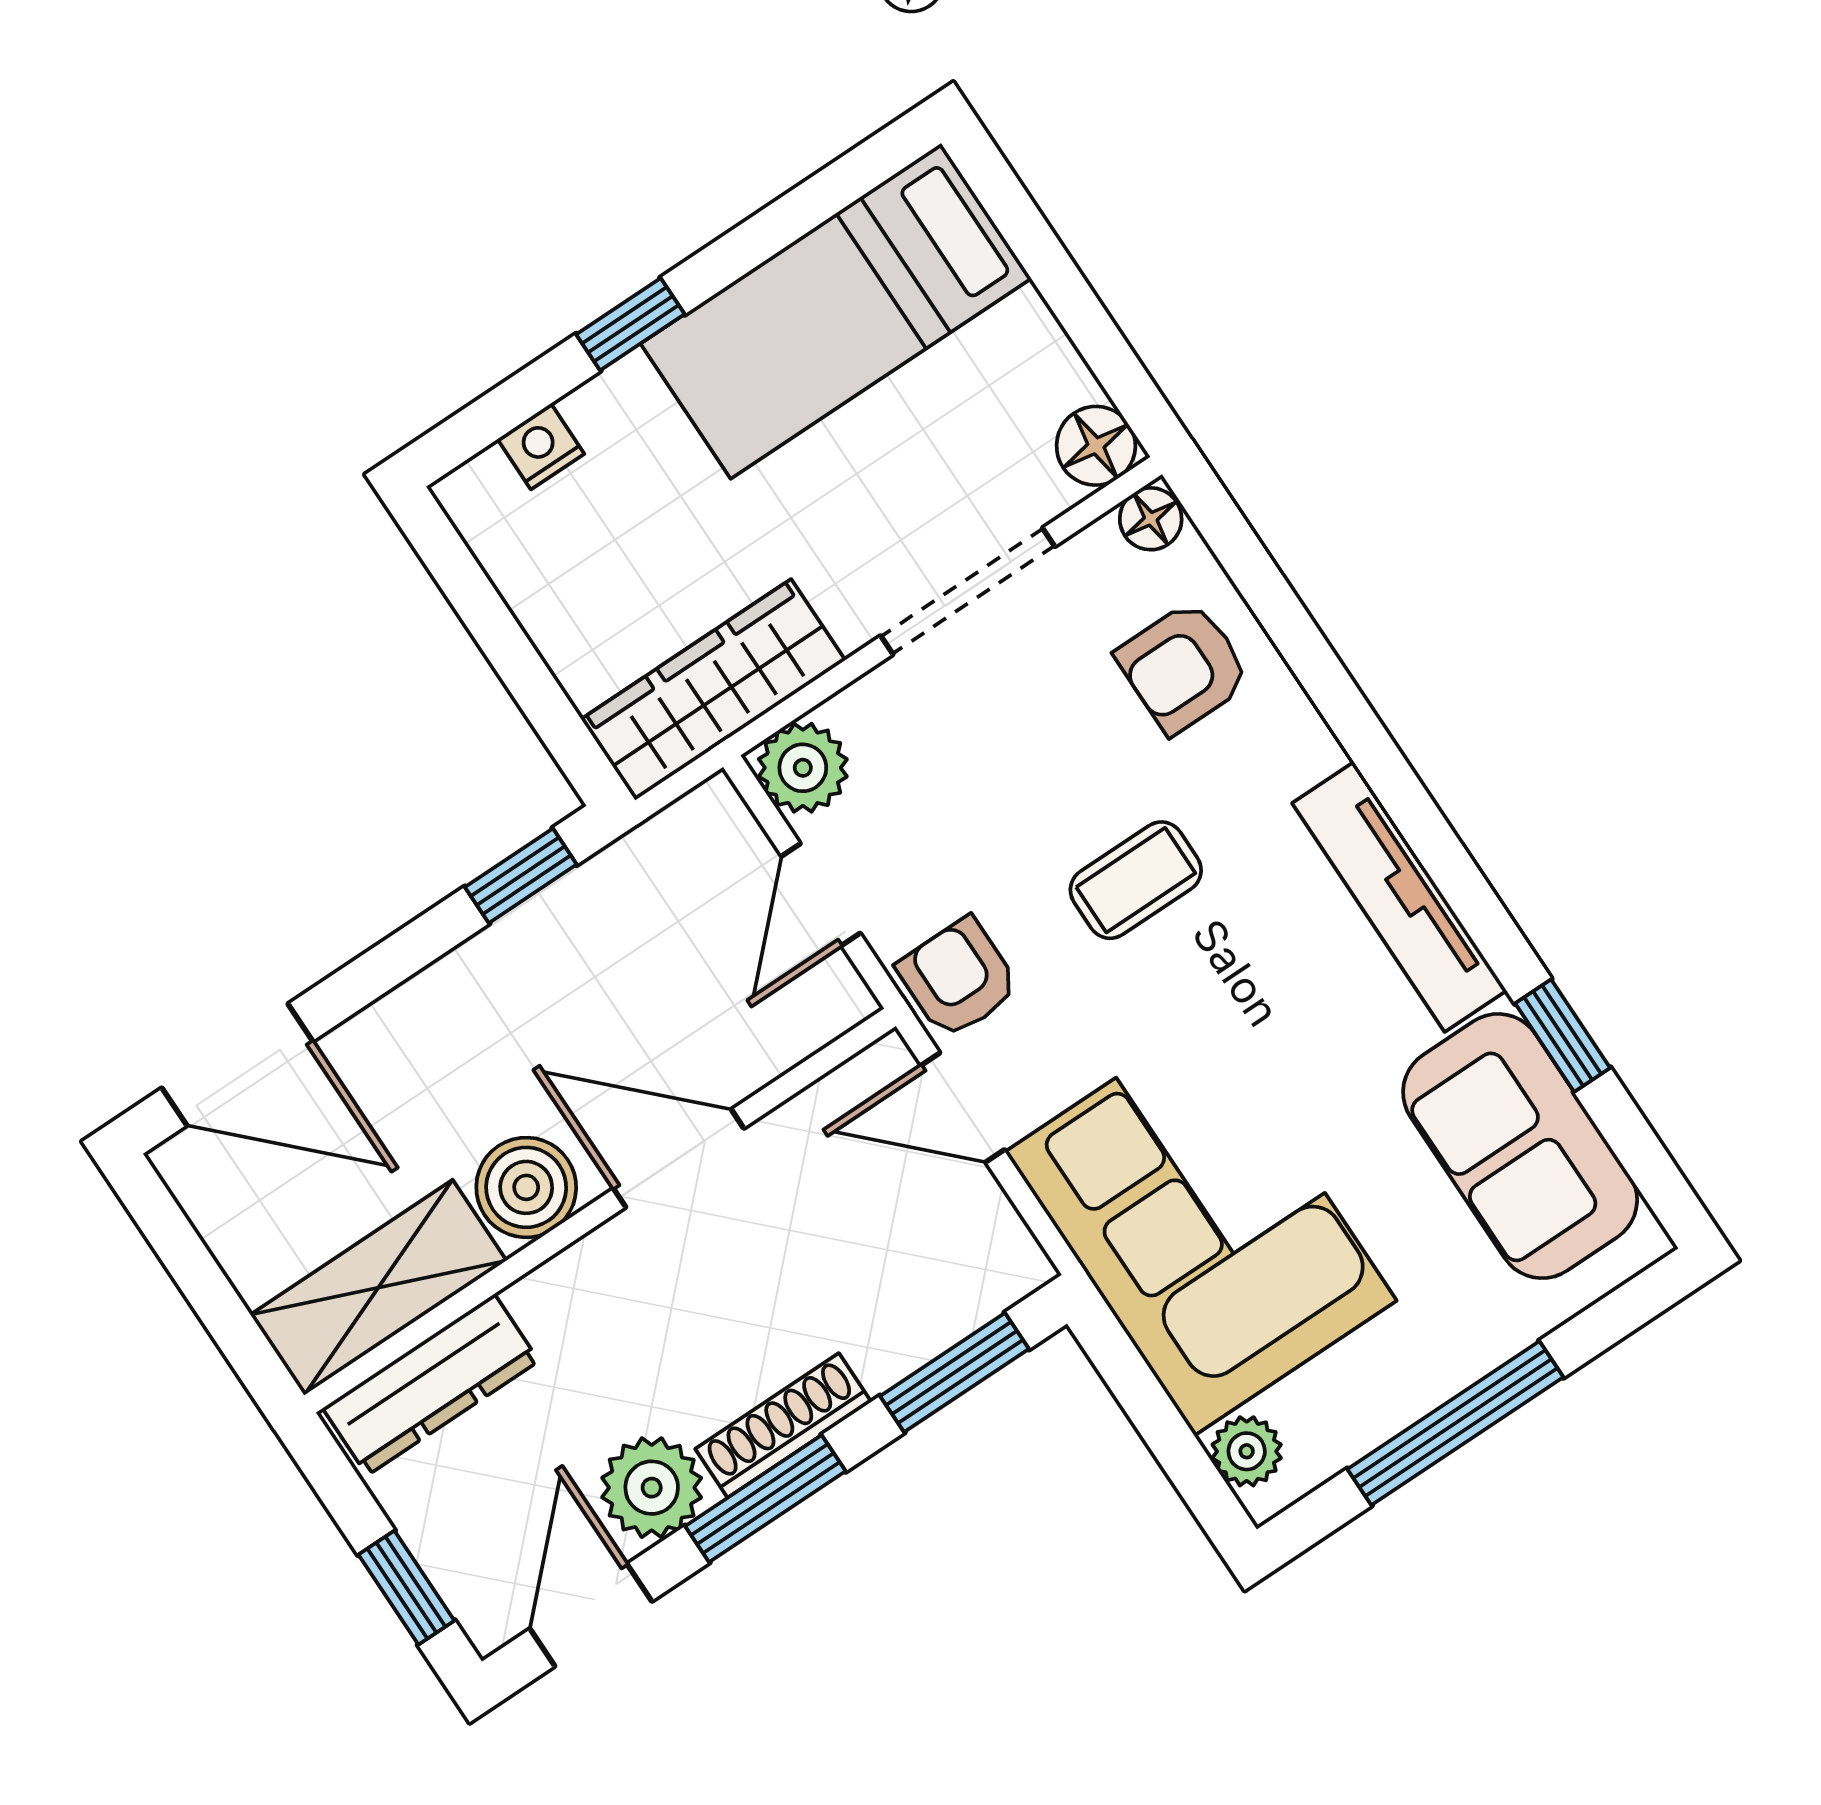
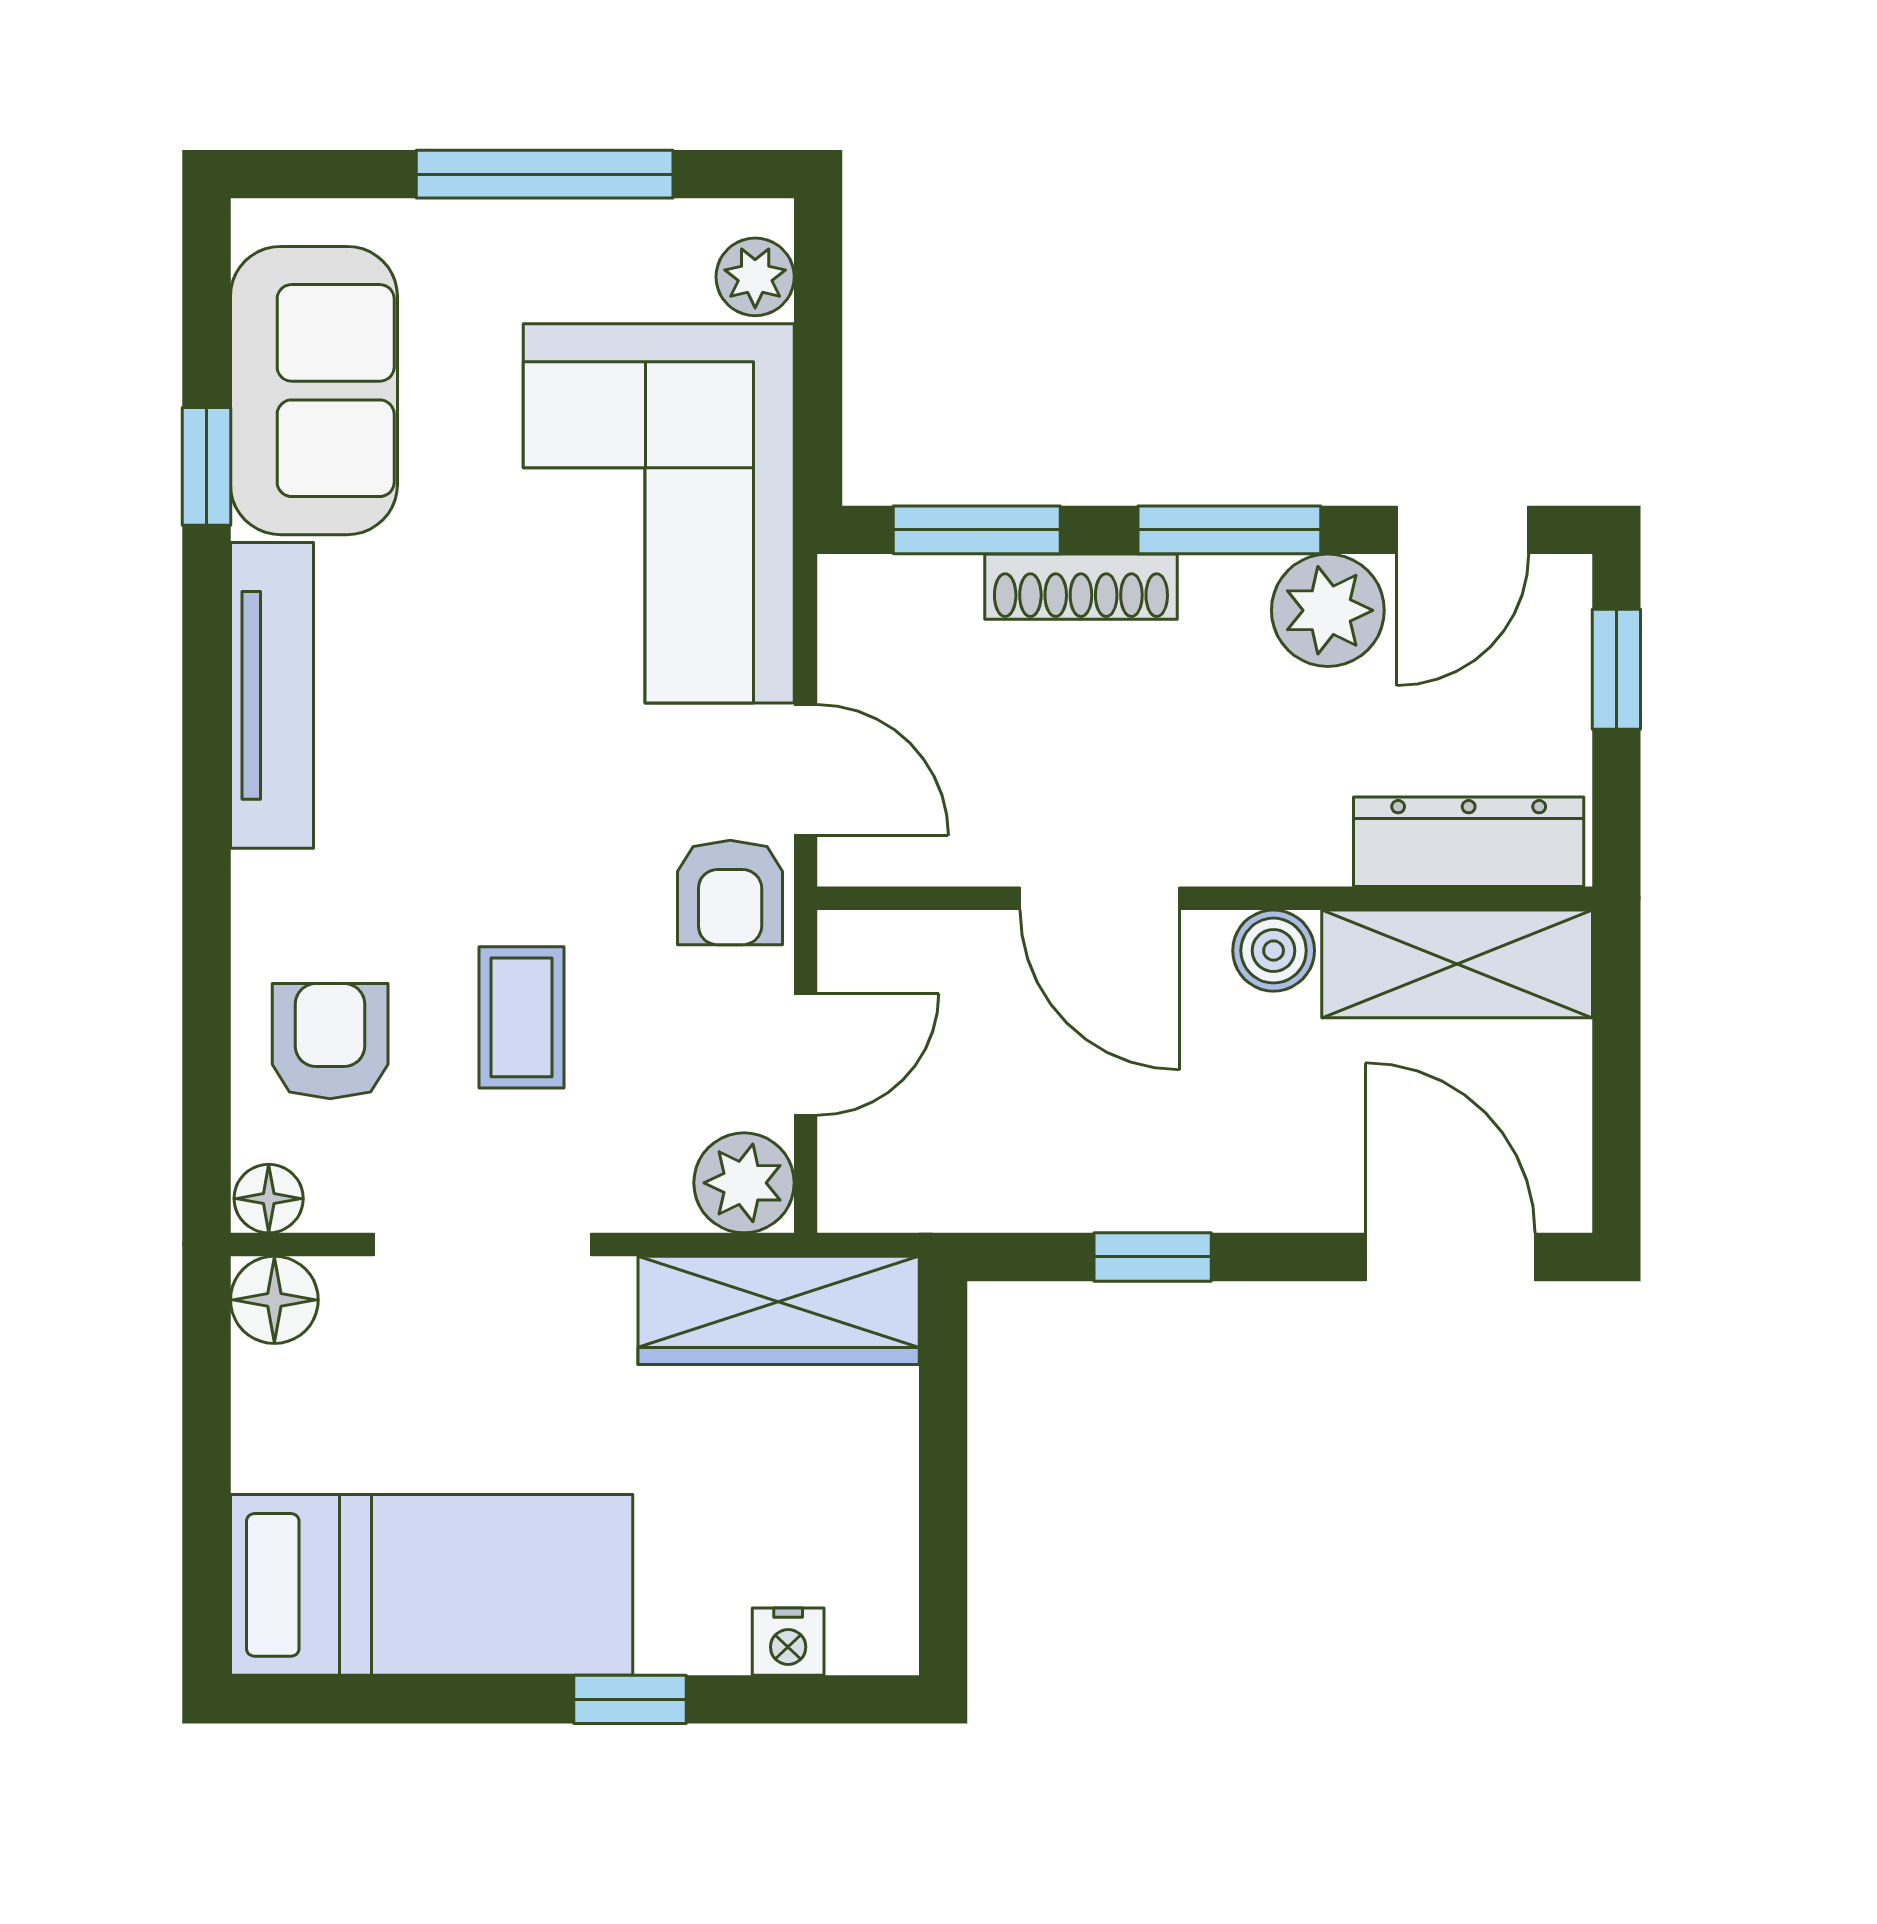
armchair: (1183, 667) -> (330, 1041), turned -90
window: (521, 876) -> (1153, 1257), moved
coffee table: (1136, 880) -> (522, 1017), moved, turned 90
boiler: (526, 1187) -> (1274, 951), width x0.73, depth x0.73
shoe rack: (783, 1425) -> (1081, 587), moved

